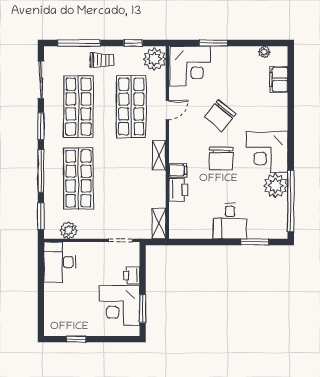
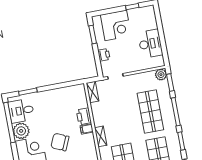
chair: (221, 158) -> (60, 142), turned -66
desk: (230, 221) -> (21, 111), moved, turned -90
plant: (69, 230) -> (161, 75), moved
desk: (60, 262) -> (150, 44), moved
corner desk: (119, 305) -> (116, 25), moved, turned 90

